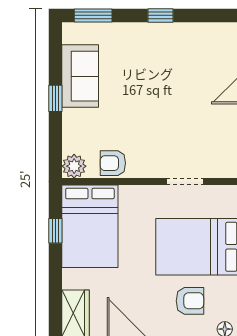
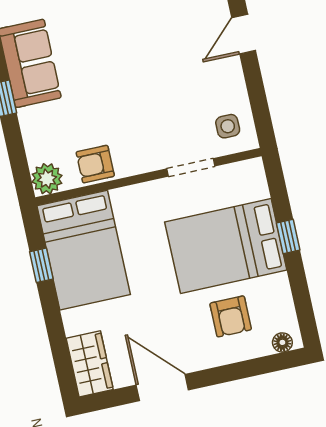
side table: (219, 157) -> (228, 126), added
armchair: (190, 301) -> (231, 316), turned 90

